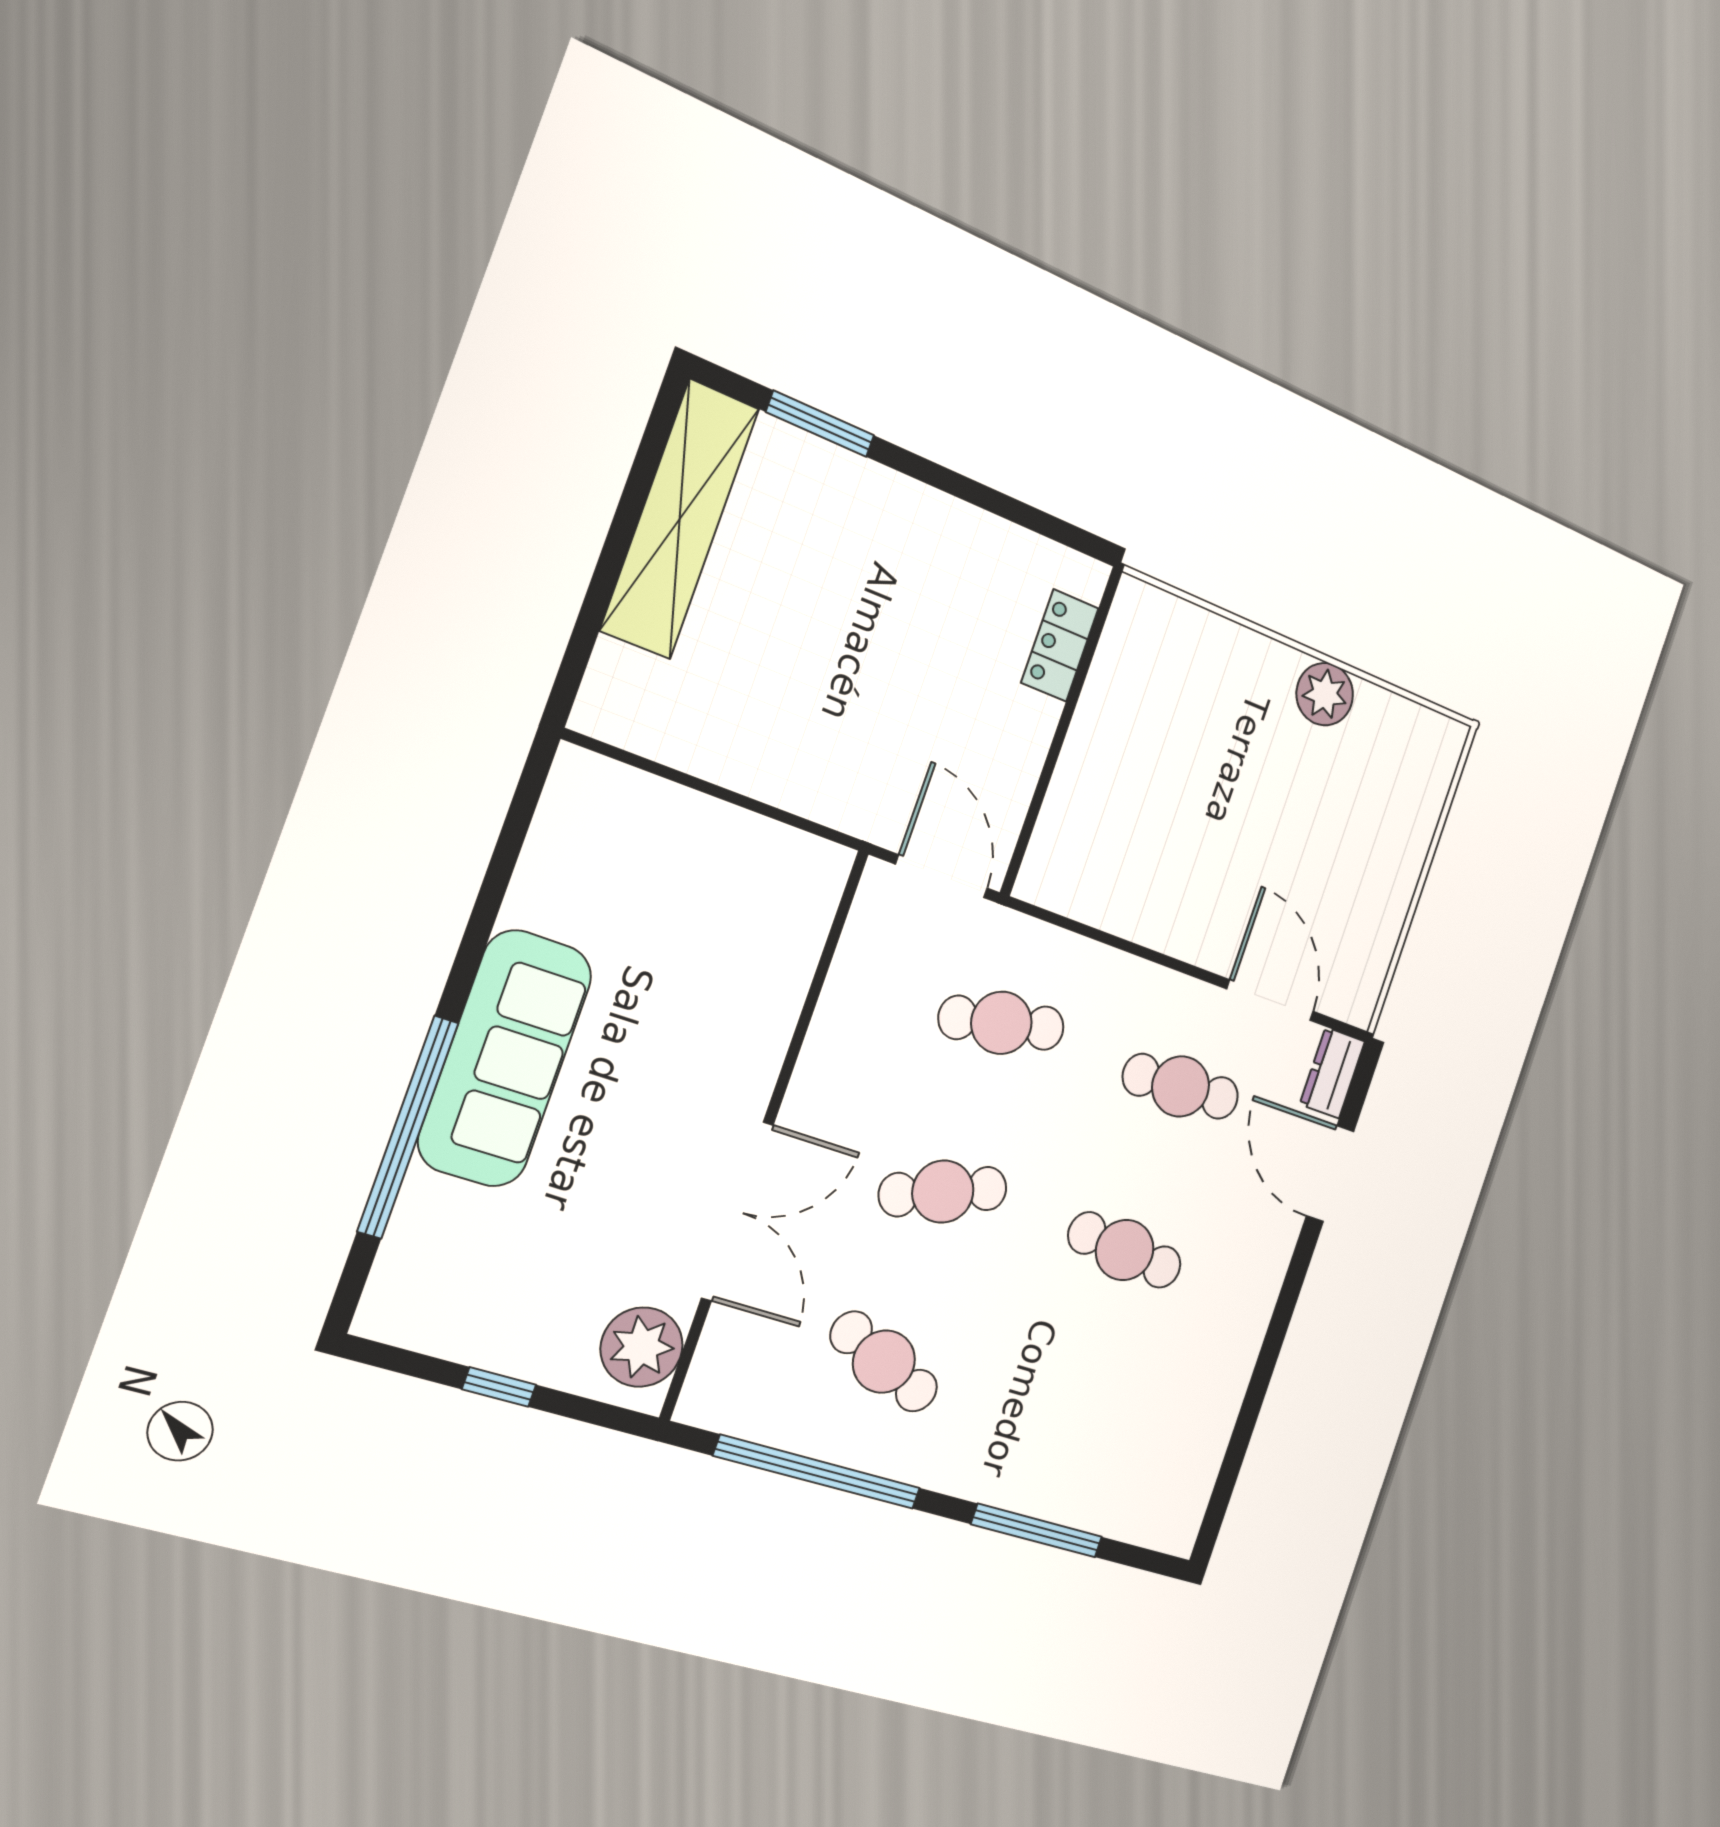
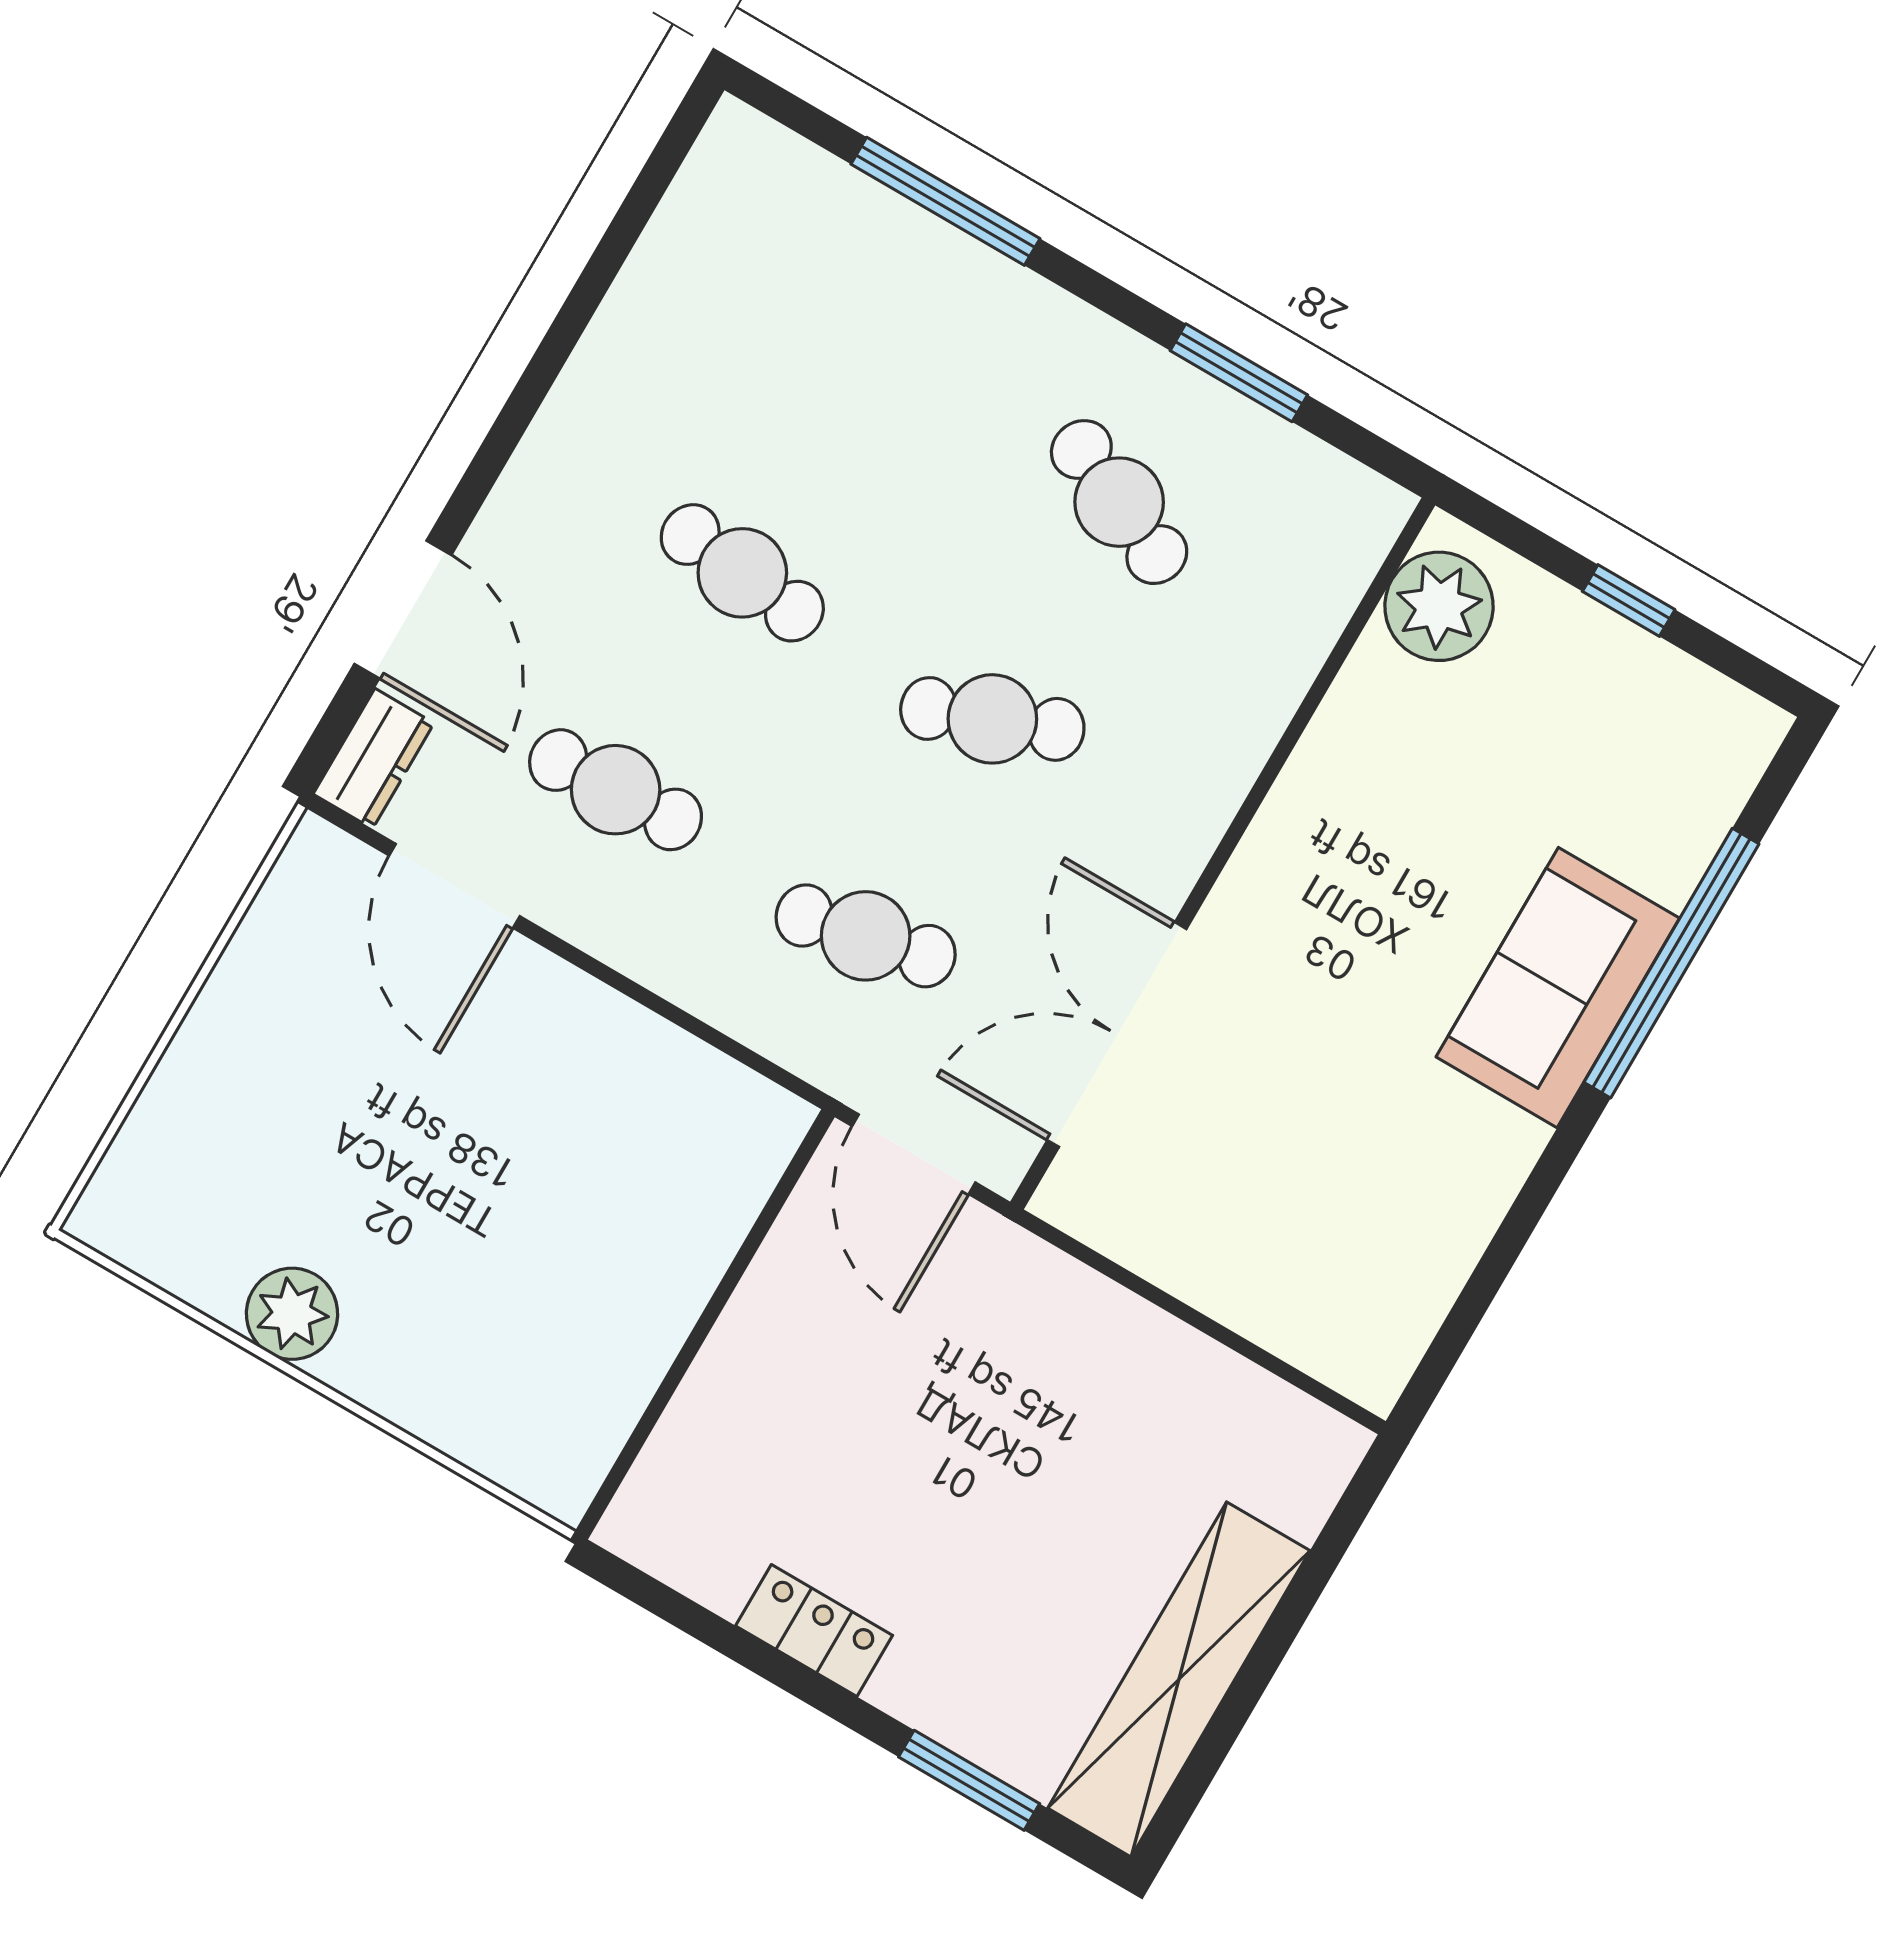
locker: (1060, 645) -> (814, 1631), moved, turned -90
sofa: (505, 1058) -> (1558, 988), width x0.73
double door: (737, 1211) -> (1117, 1035), moved
window: (818, 1472) -> (1239, 373), width x0.47

